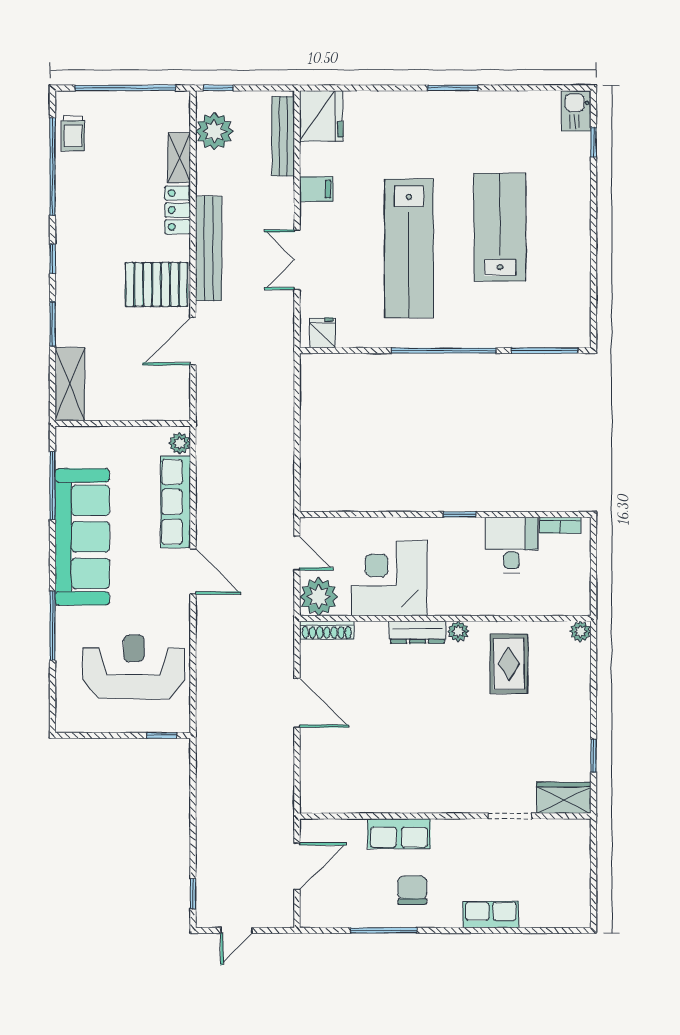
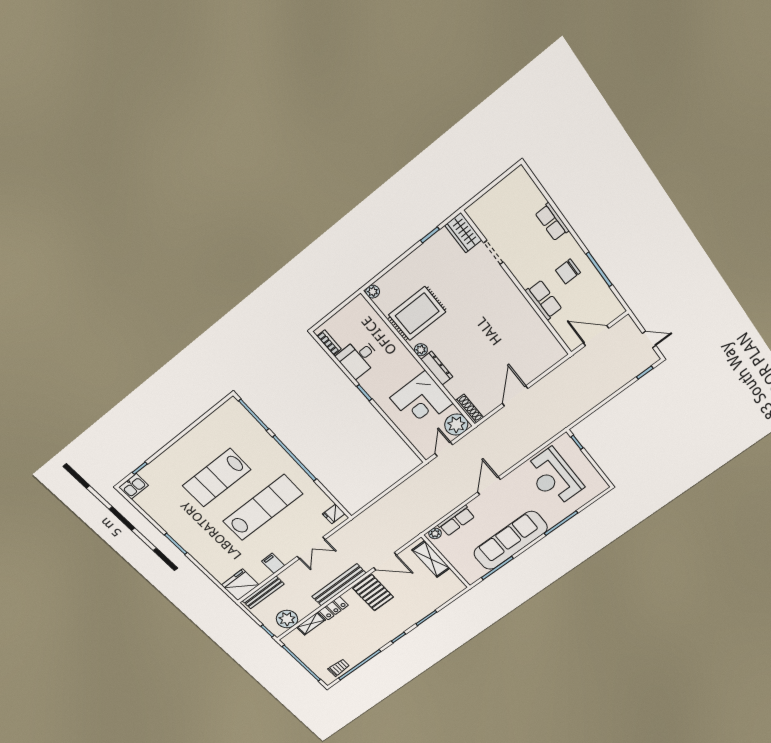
shelving: (70, 384) -> (431, 559), moved, turned 90
row of seats: (176, 502) -> (456, 521), width x0.68
rug: (509, 664) -> (417, 313), width x1.36, depth x1.43

